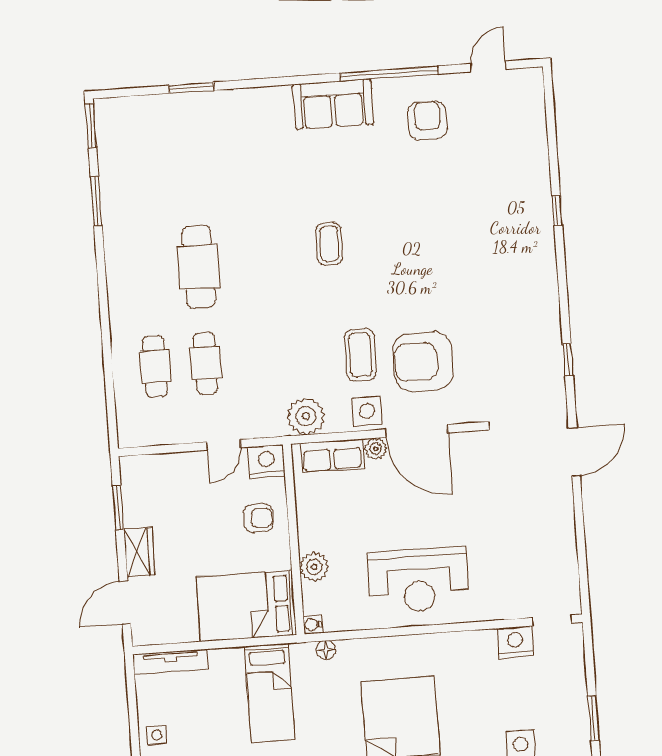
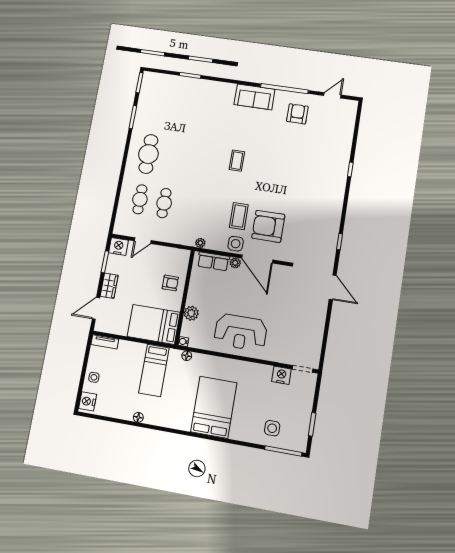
cafe table: (199, 267) -> (148, 154), moved
plant: (306, 416) -> (200, 243), width x0.53, depth x0.53
door: (224, 445) -> (143, 241), moved
door: (574, 452) -> (333, 287), hinge flipped
nightstand: (266, 462) -> (118, 246), moved
tv unit: (171, 662) -> (105, 342), width x0.71

